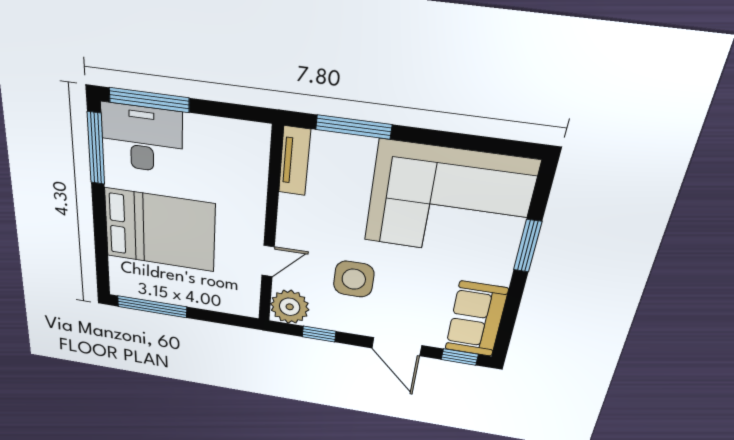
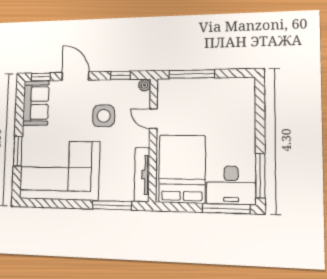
tv unit: (294, 161) -> (142, 175), width x1.41
bed: (160, 230) -> (182, 169), moved, turned 90
door: (268, 261) -> (153, 119), hinge flipped
window: (152, 307) -> (192, 74), moved
plant: (290, 307) -> (144, 85), width x0.53, depth x0.53

